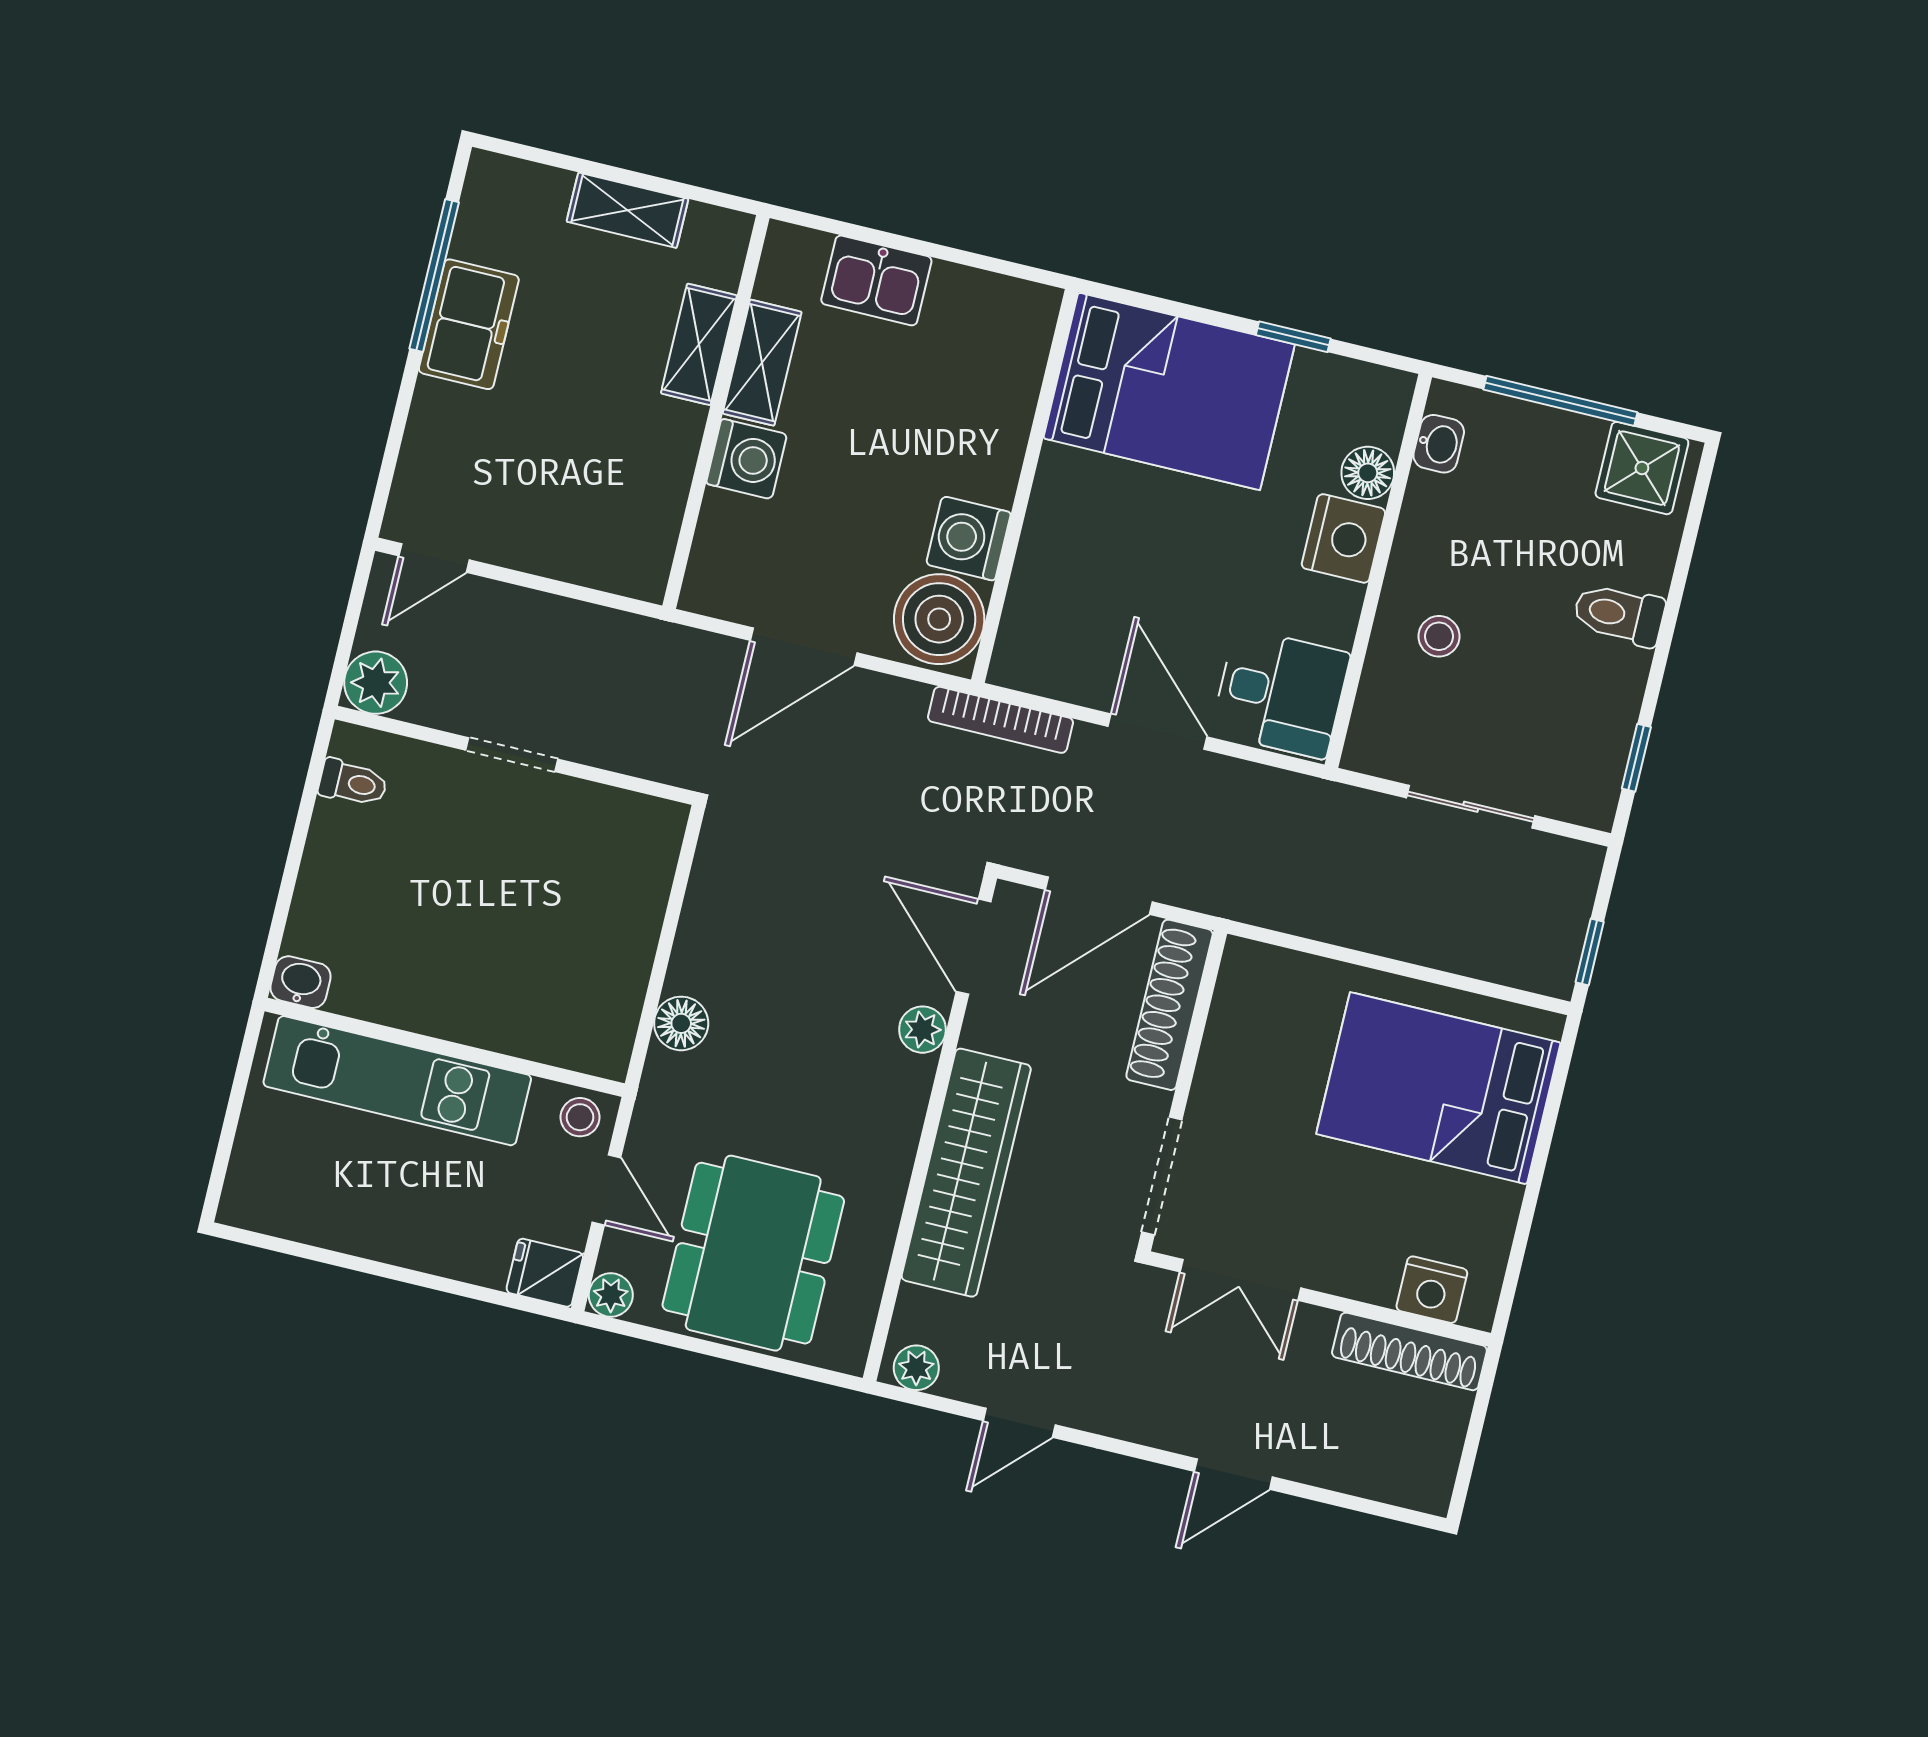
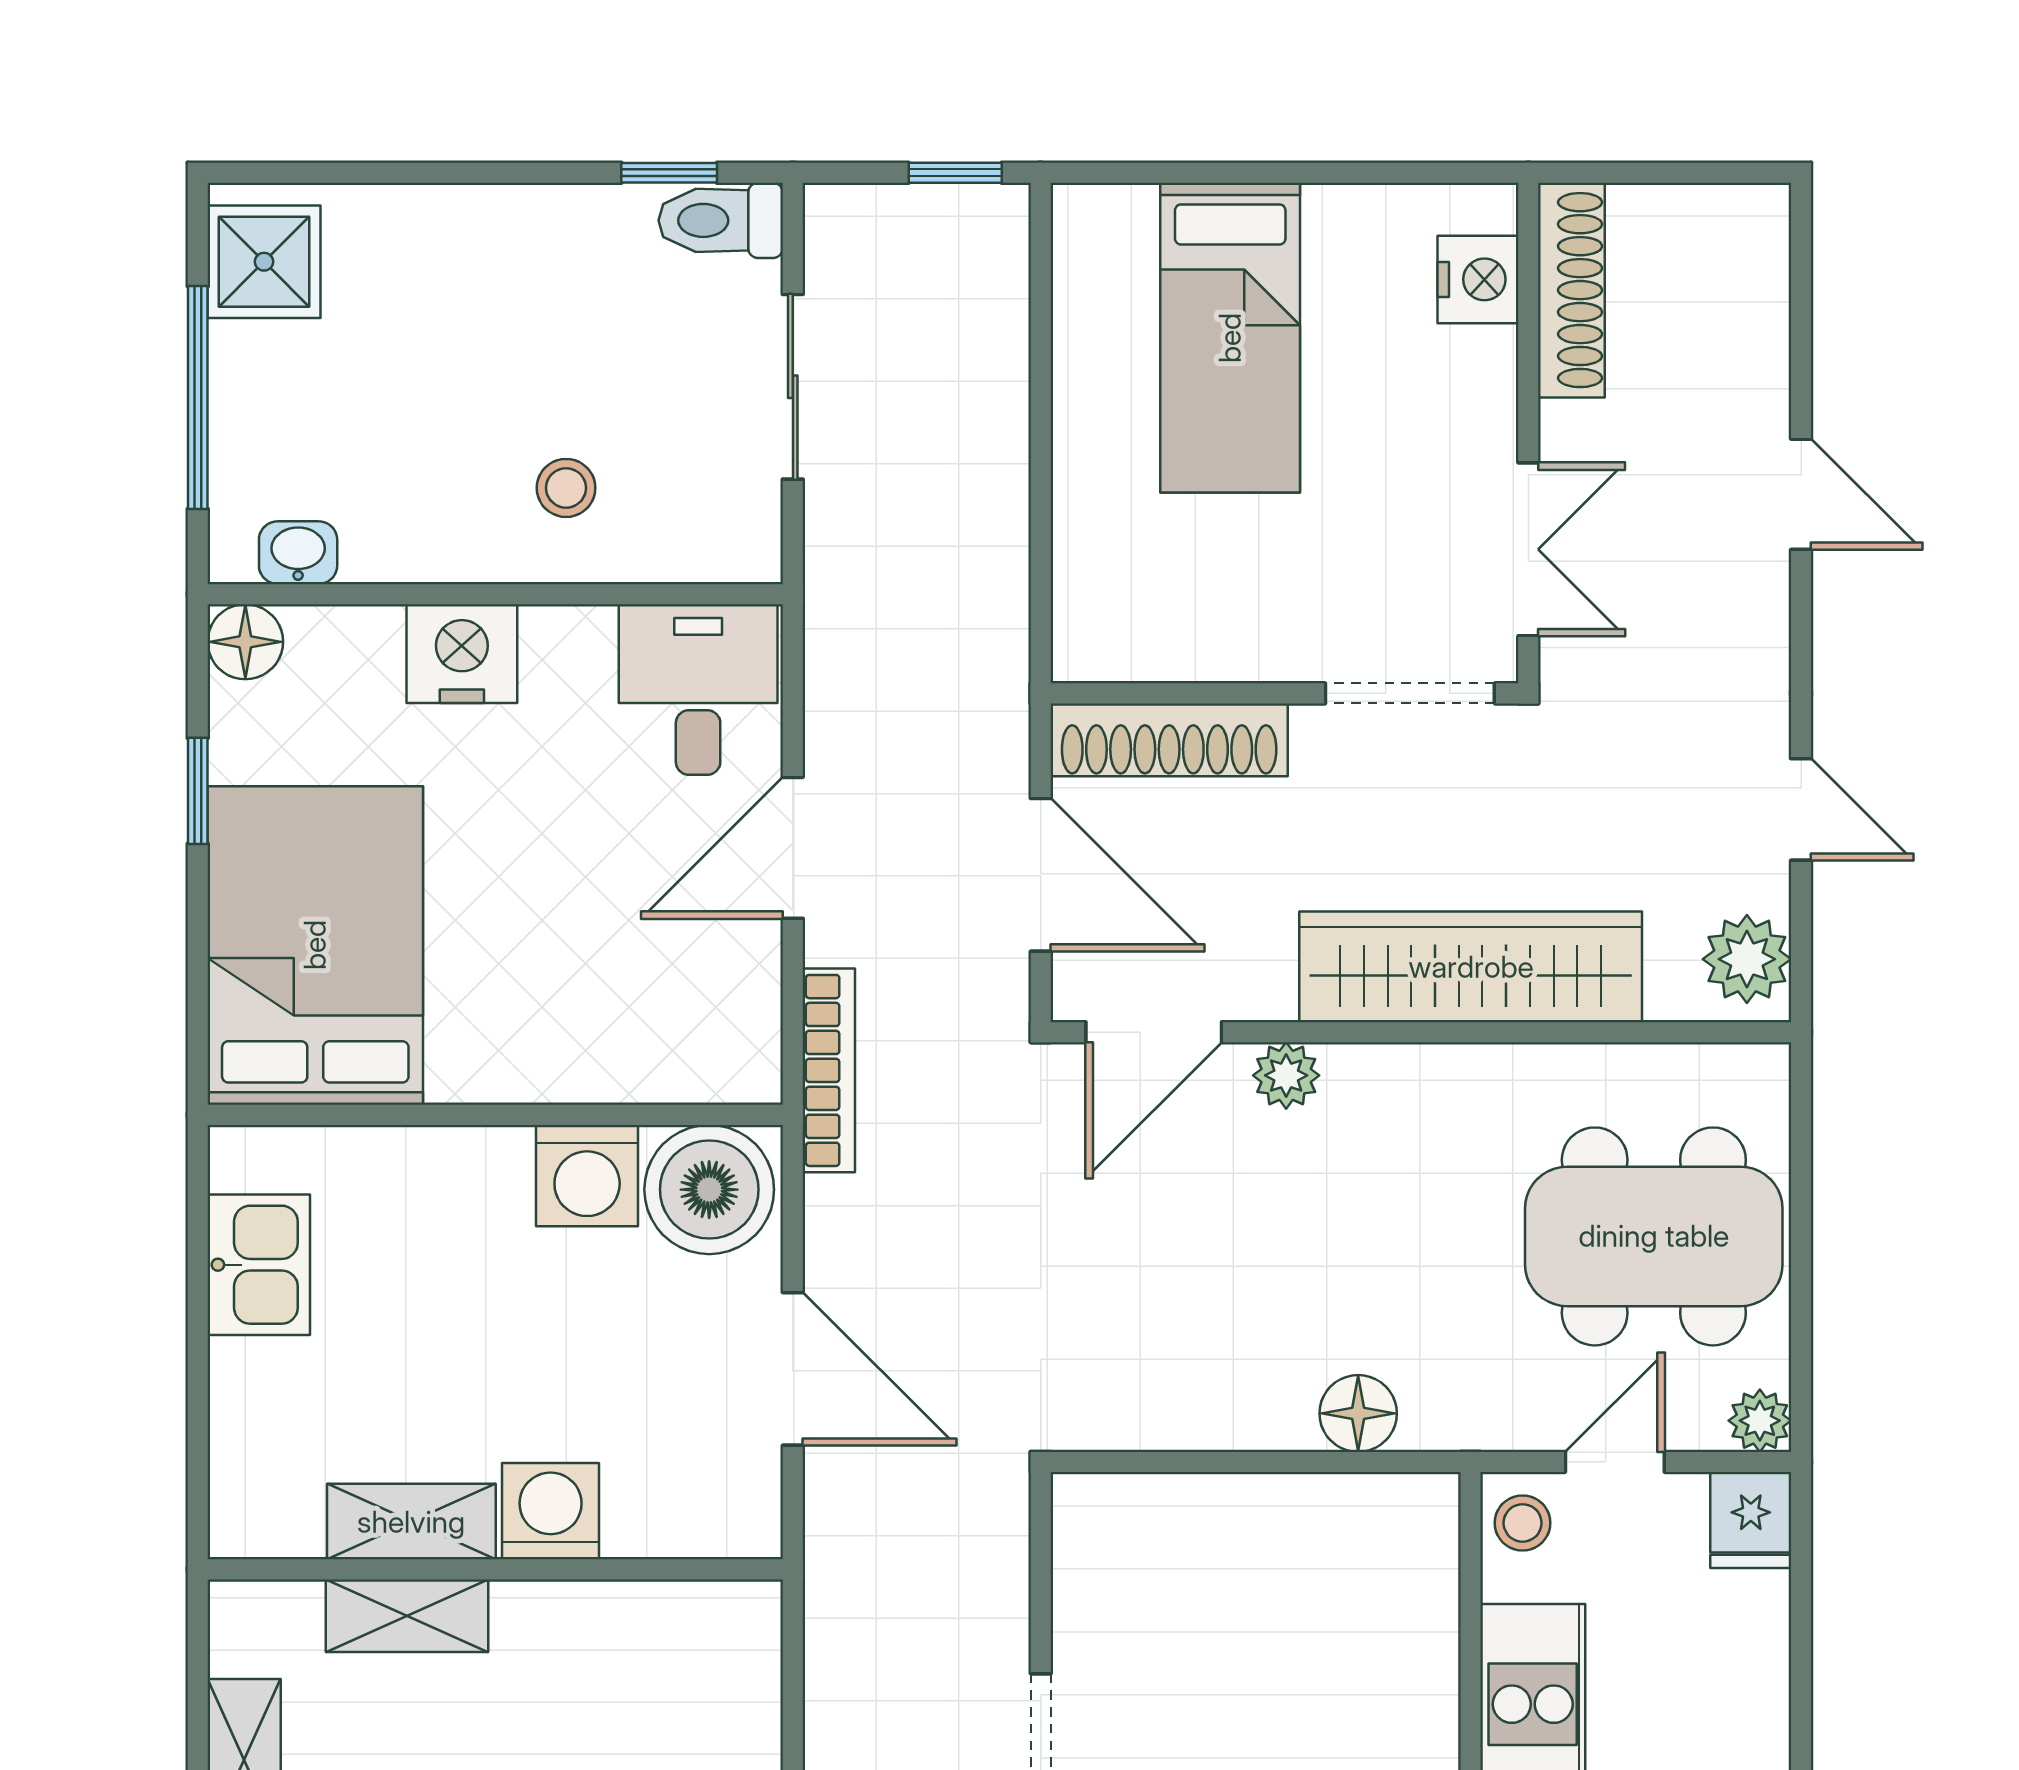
kitchen sink: (876, 280) -> (259, 1265), moved
floor lamp: (1368, 473) -> (245, 642), moved
toilet: (1619, 614) -> (721, 220), moved, turned 90
bed: (1438, 1088) -> (1230, 338), width x0.67
plant: (916, 1368) -> (1747, 959), width x1.38, depth x1.38

